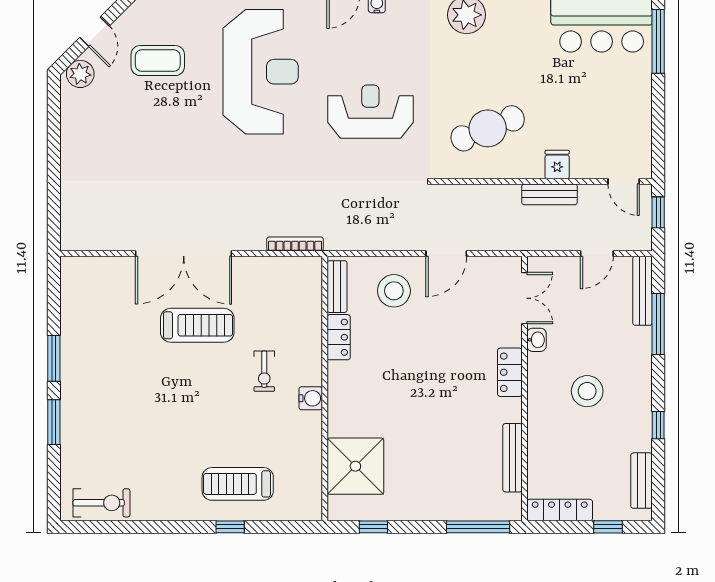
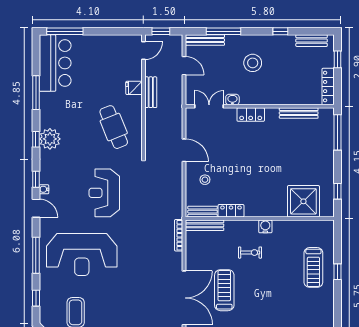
reception desk: (261, 72) -> (82, 255), turned 180
bench: (313, 290) -> (205, 225), added
stool: (394, 291) -> (205, 180), width x0.53, depth x0.53
stool: (587, 391) -> (253, 63), moved

